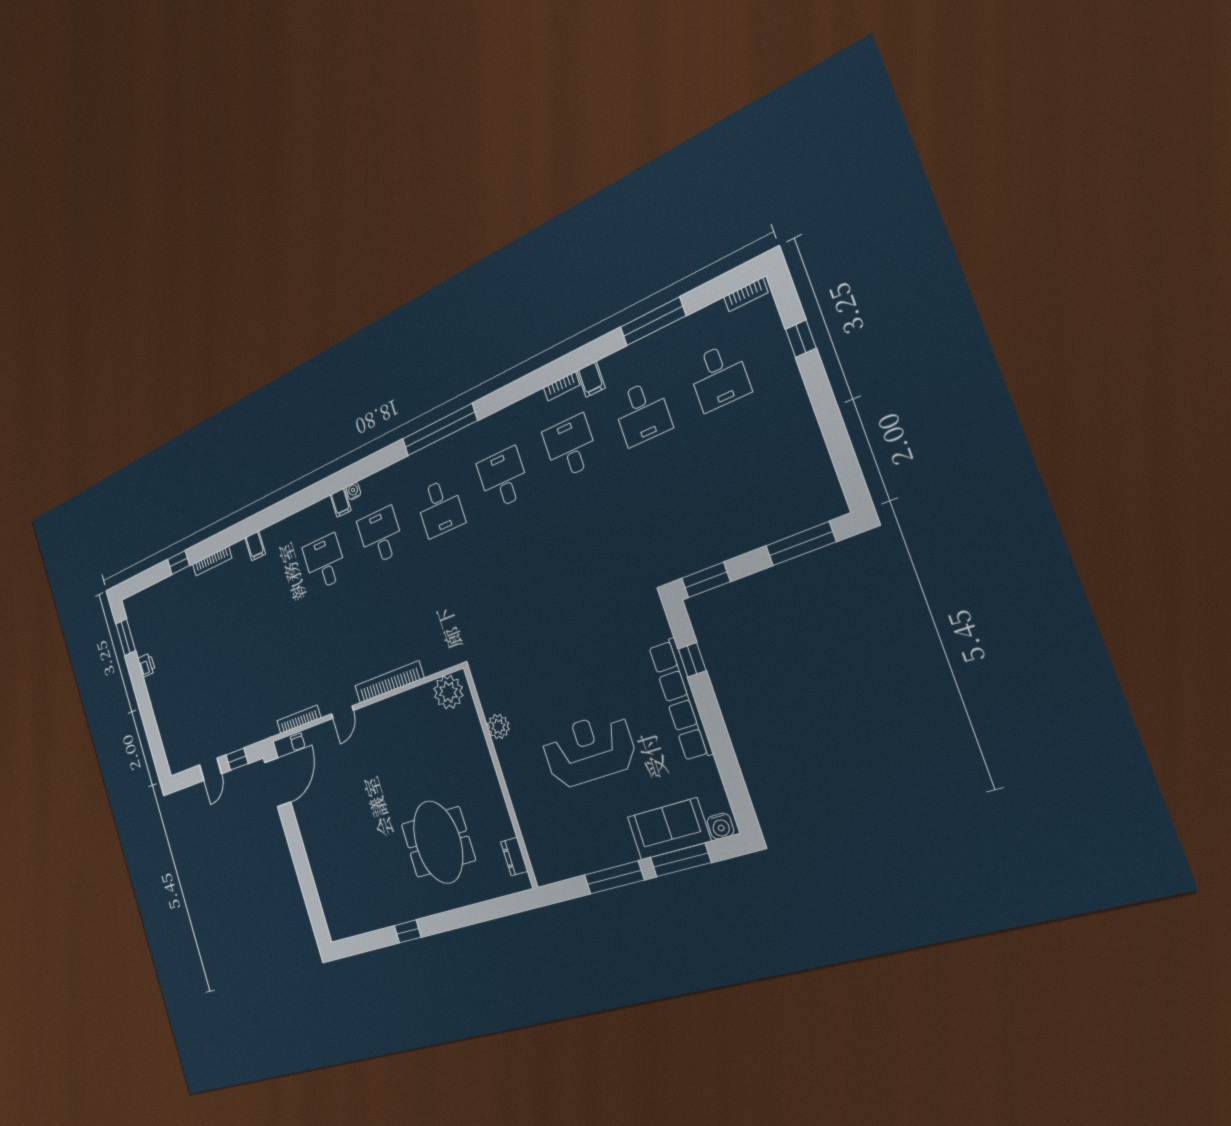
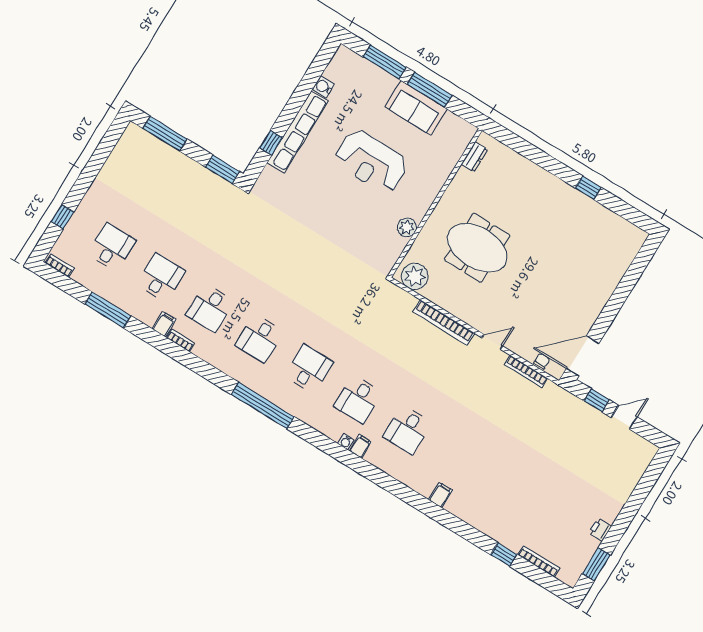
bookcase: (212, 561) -> (539, 561), moved
water cooler: (721, 826) -> (323, 87), moved, turned -90
sofa: (669, 829) -> (416, 108), moved
meeting table: (438, 842) -> (477, 248), moved, turned 90

